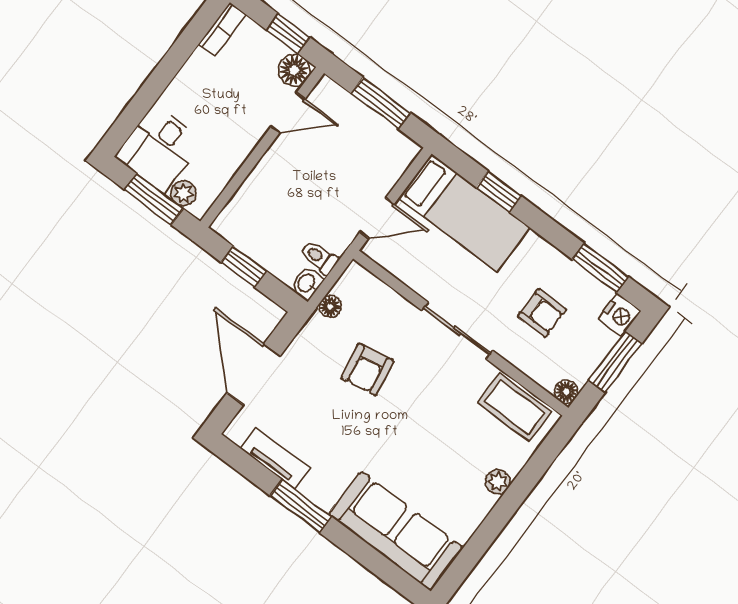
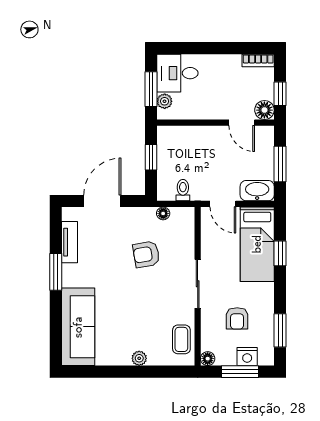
washbasin: (307, 284) -> (257, 191), moved, width x1.91, depth x1.45
nightstand: (619, 315) -> (247, 357), moved
coffee table: (515, 407) -> (181, 339), width x0.73, depth x0.77

